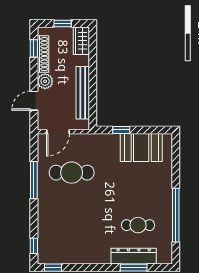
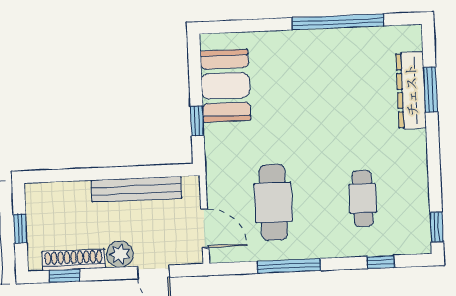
wardrobe: (81, 41) -> (48, 196), removed
cafe table: (138, 225) -> (363, 198), moved
window: (34, 246) -> (380, 262), moved

